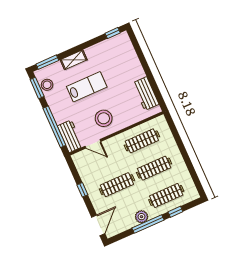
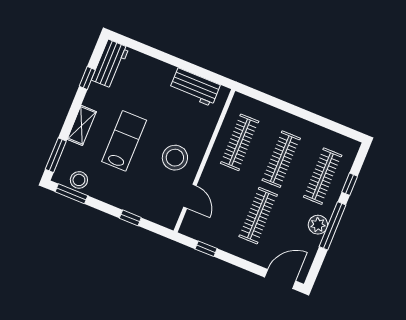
window: (113, 33) -> (87, 78), moved
window: (54, 127) -> (130, 218), width x0.32
workbench: (70, 136) -> (110, 64), moved, turned 90
door: (93, 144) -> (190, 196), hinge flipped
window: (82, 190) -> (206, 249), moved
door: (98, 225) -> (280, 279), hinge flipped

